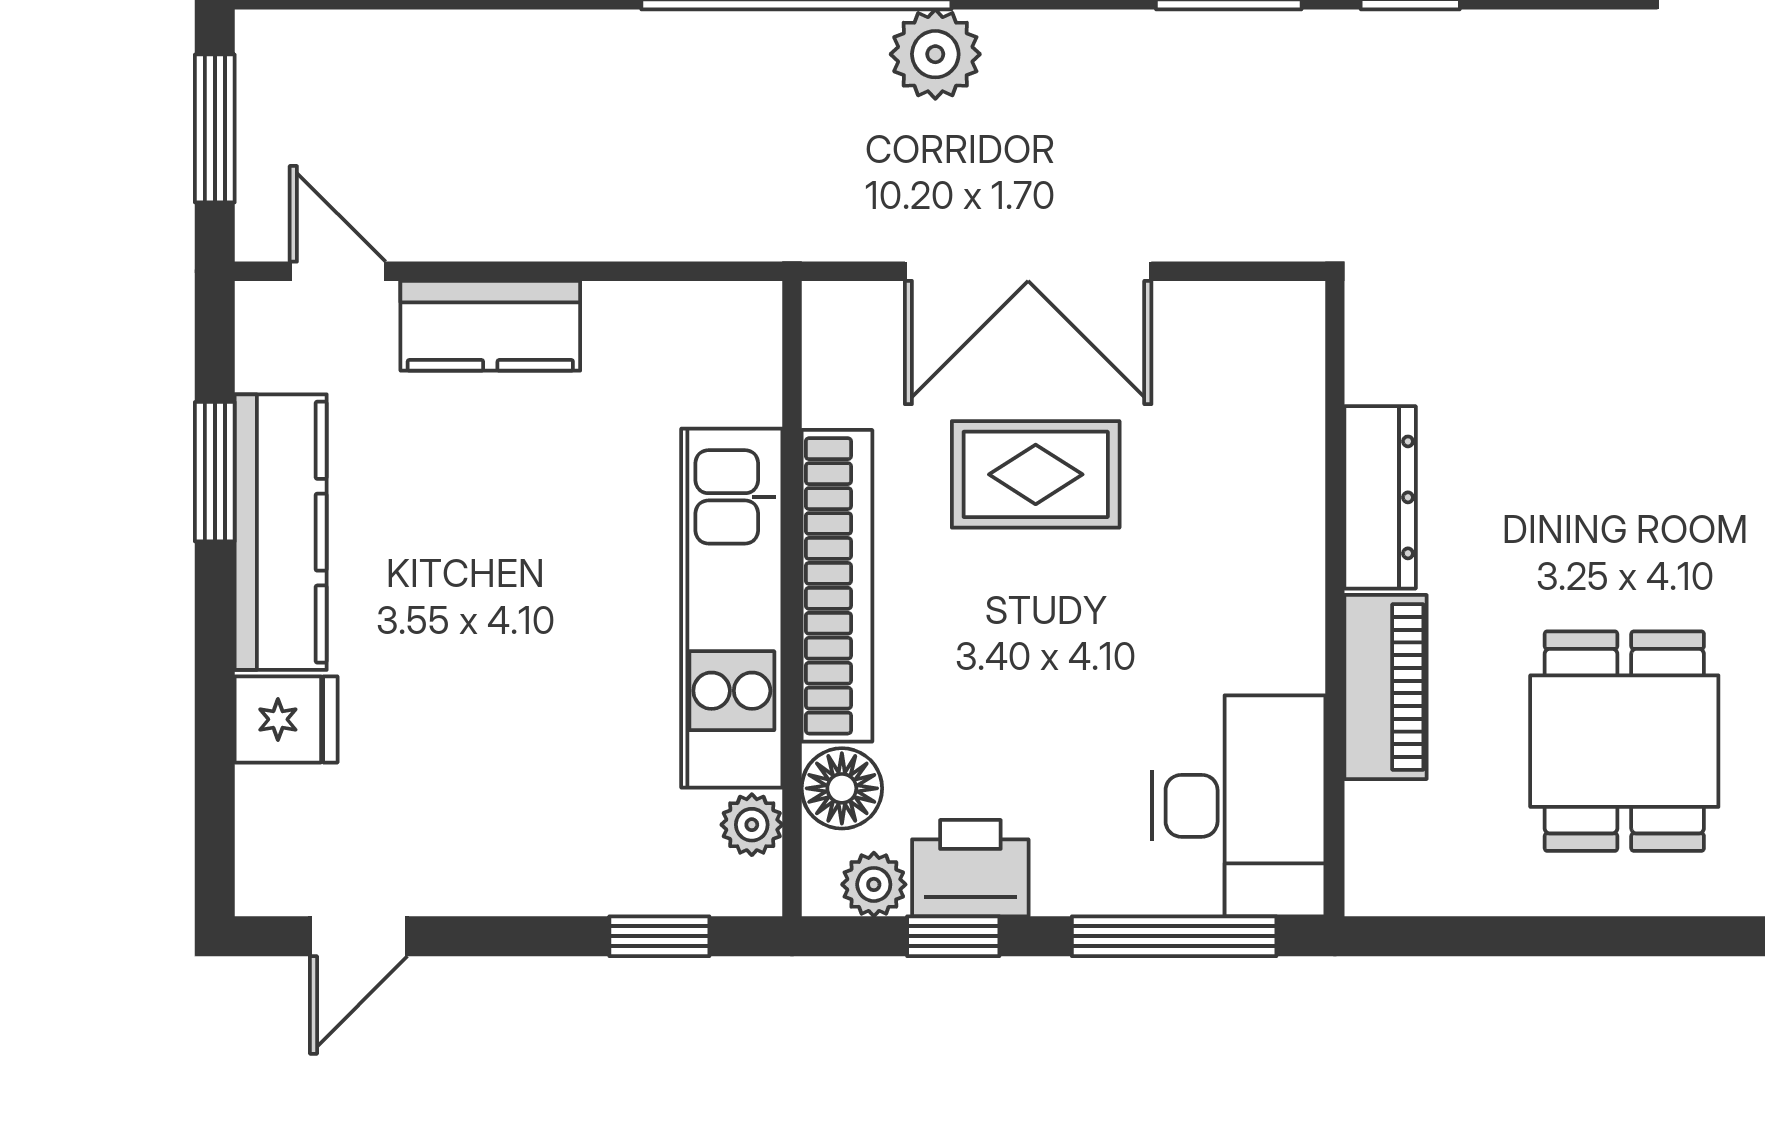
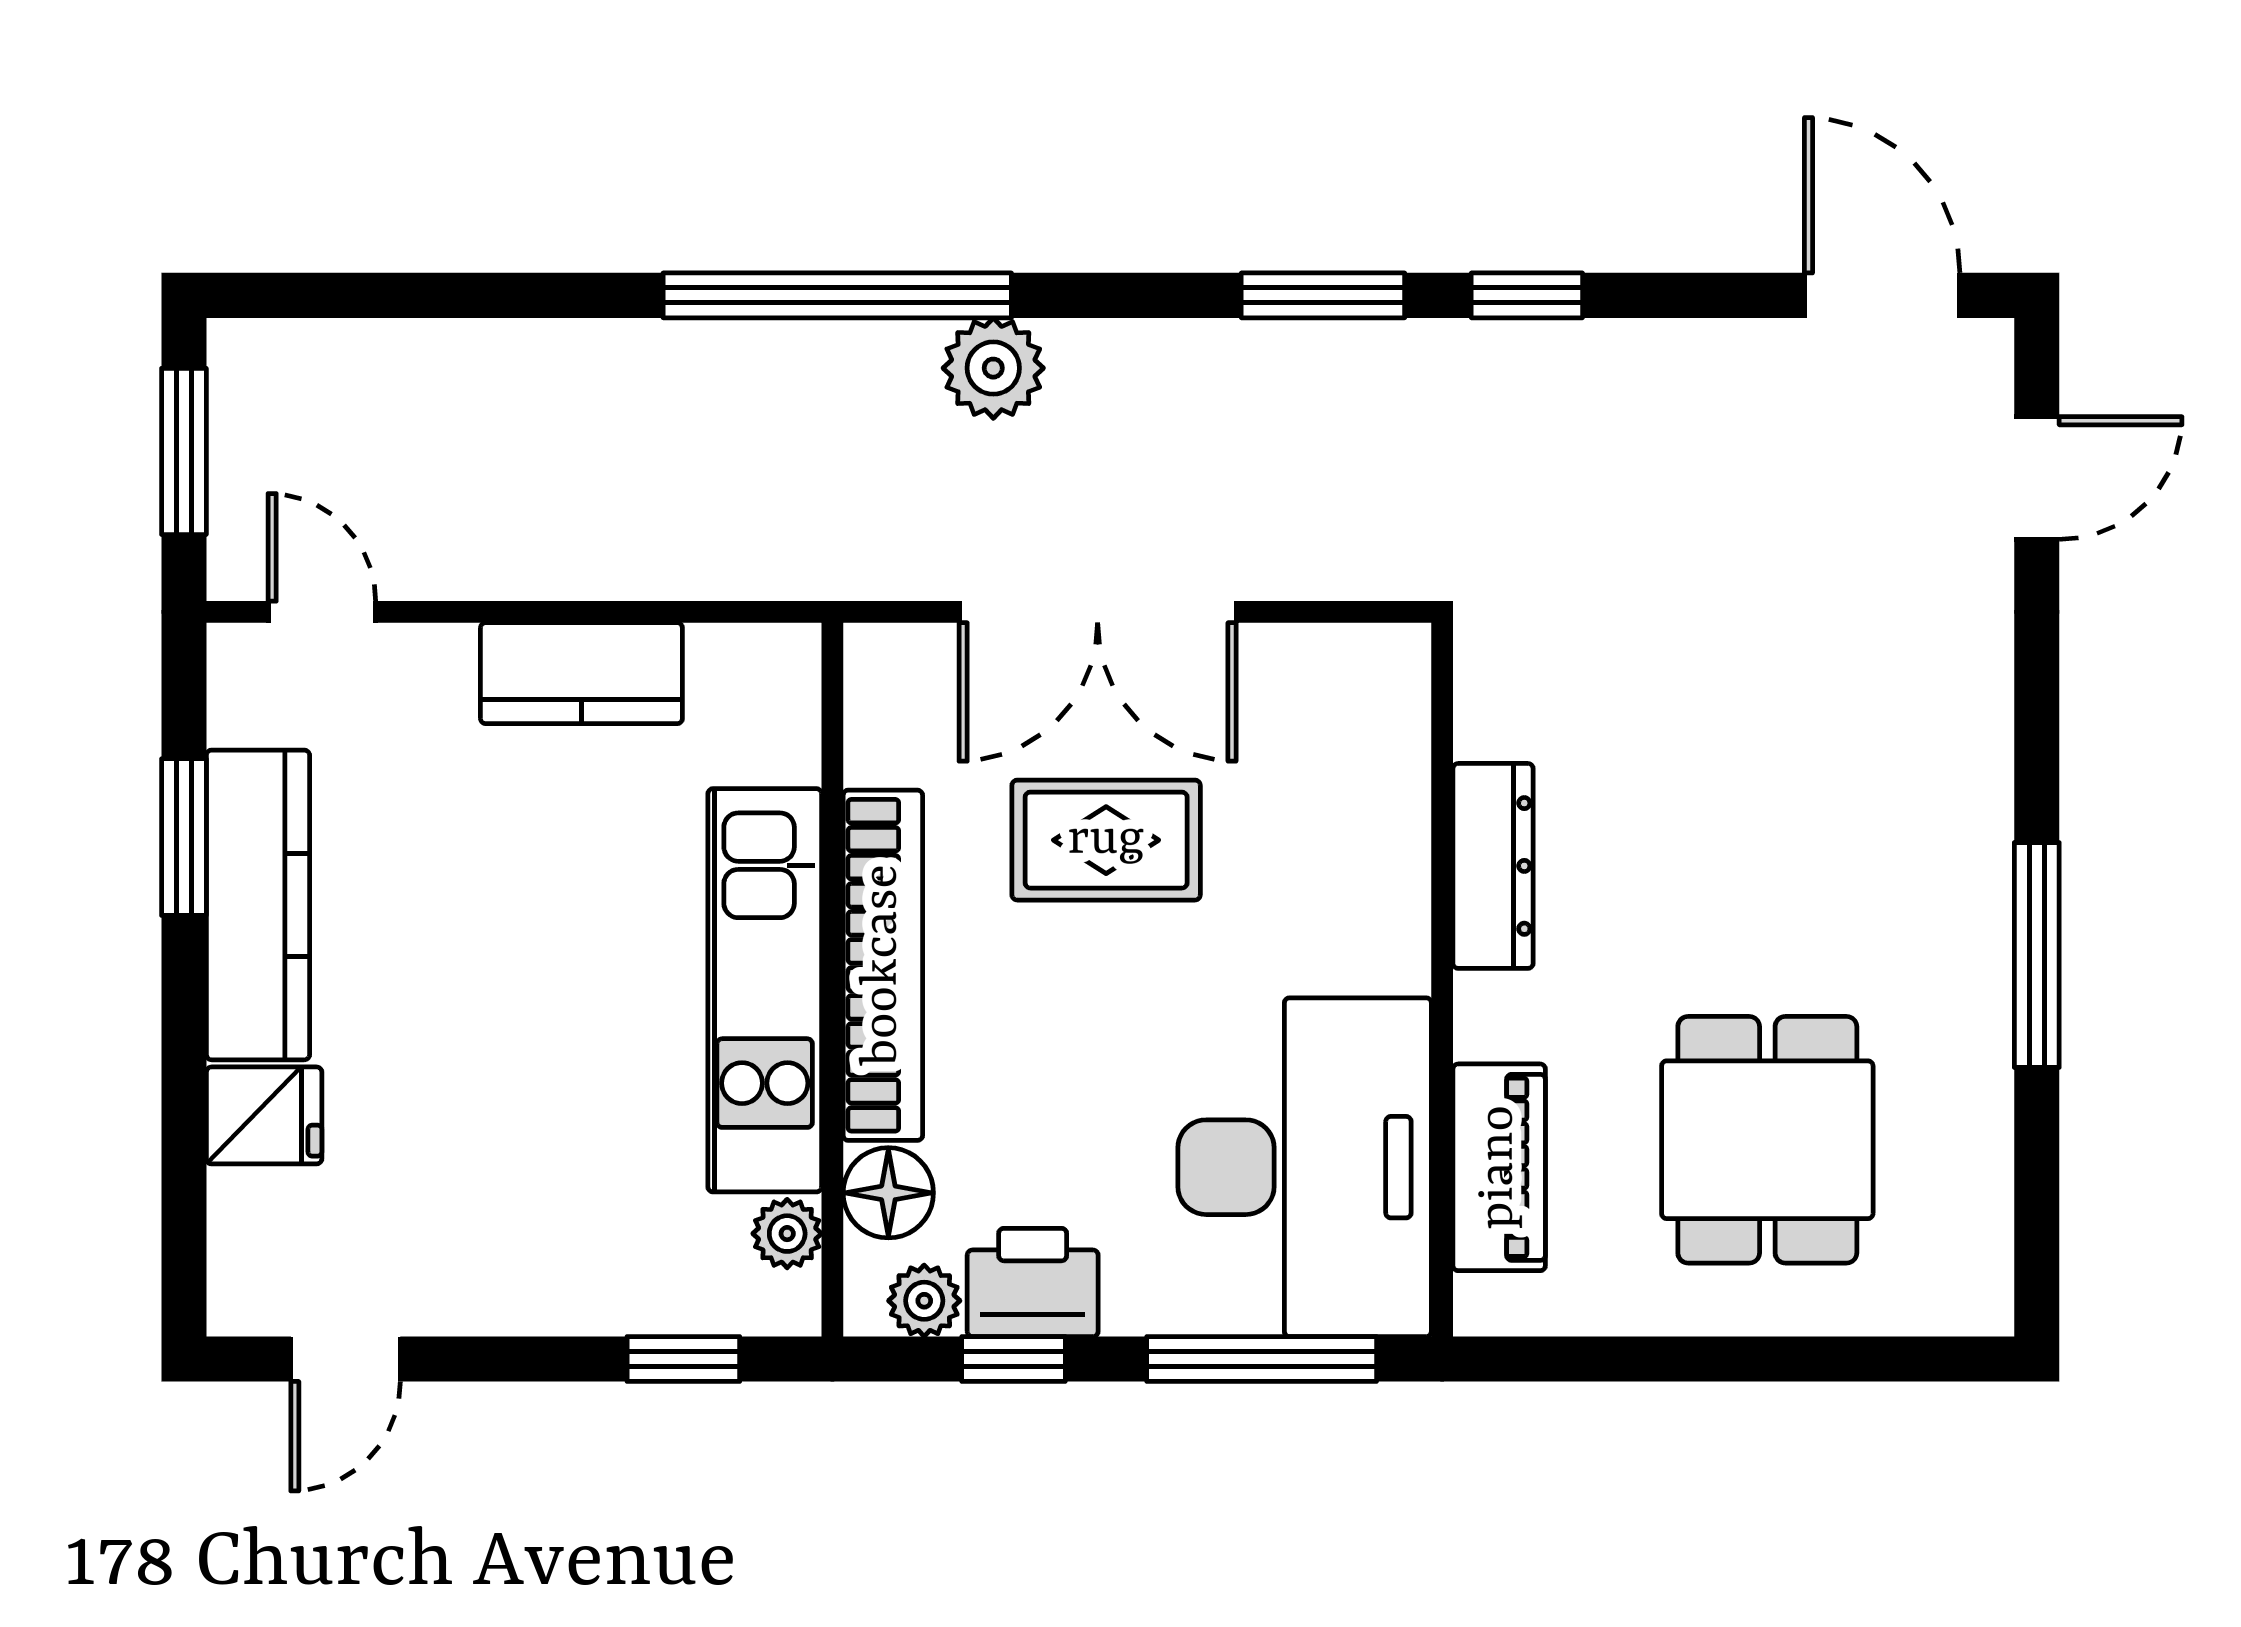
kitchen counter: (490, 326) -> (581, 673), moved
piano: (1386, 687) -> (1499, 1167), moved
desk: (1238, 806) -> (1305, 1167), width x1.36, depth x1.30

